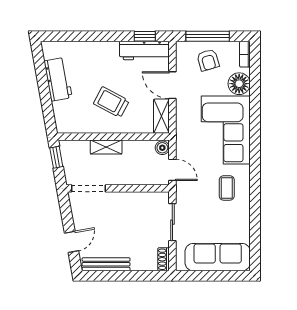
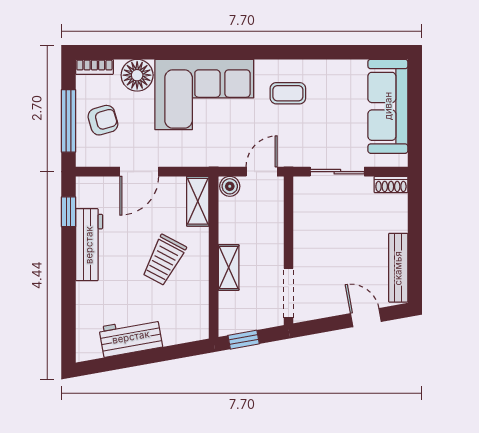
workbench: (144, 50) -> (89, 245), moved
shelving: (161, 116) -> (198, 201), moved, turned 90

